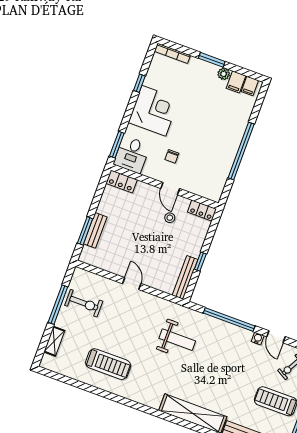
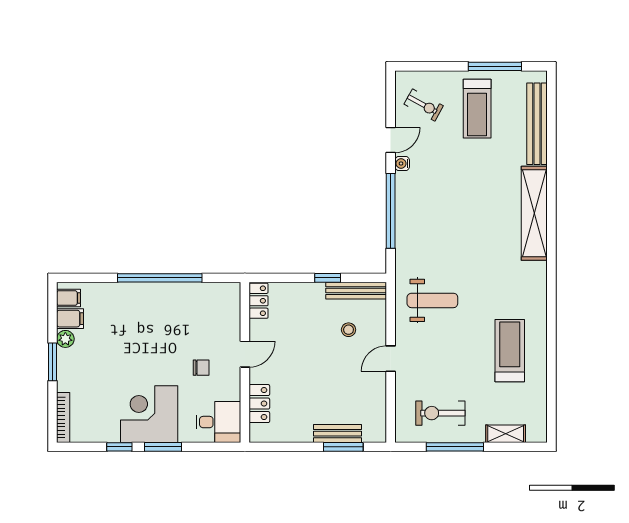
window: (117, 145) -> (163, 447), moved
locker: (122, 181) -> (259, 404), moved
stool: (170, 218) -> (349, 330), moved
exercise bike: (84, 303) -> (440, 413), turned -90
weight bench: (177, 340) -> (432, 300), moved, turned 90

